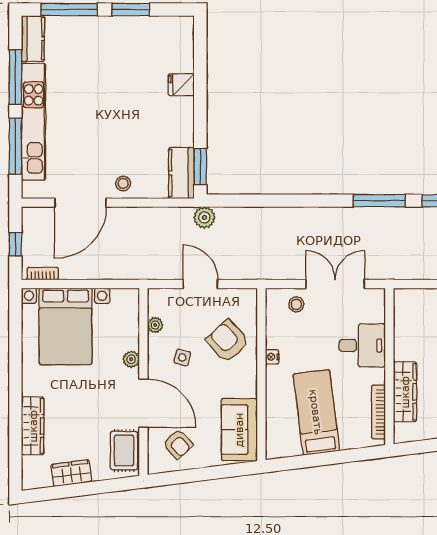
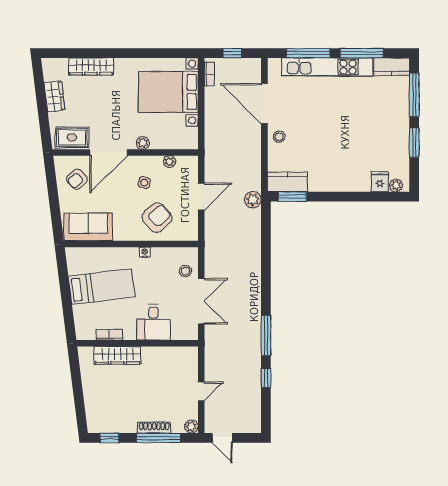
plant: (186, 33) -> (396, 185), added
fridge: (181, 85) -> (380, 182), moved
bookcase: (378, 412) -> (109, 335), width x0.64

